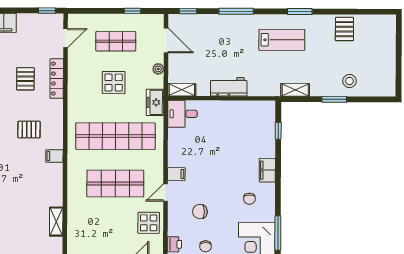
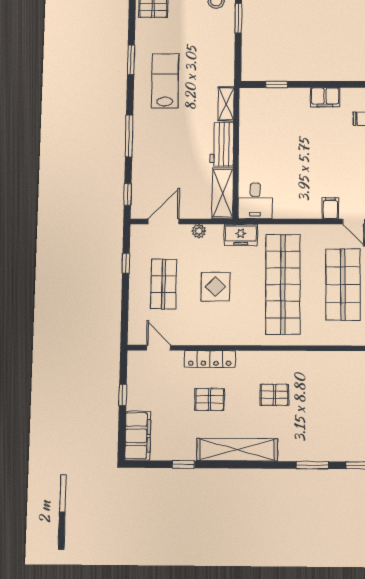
window: (47, 11) -> (123, 395), moved
shelving: (182, 90) -> (223, 193), width x1.50, depth x1.33
shelving: (295, 90) -> (226, 104), moved
pallet: (29, 130) -> (274, 395), turned 90
filing cabinet: (54, 156) -> (308, 362), removed

